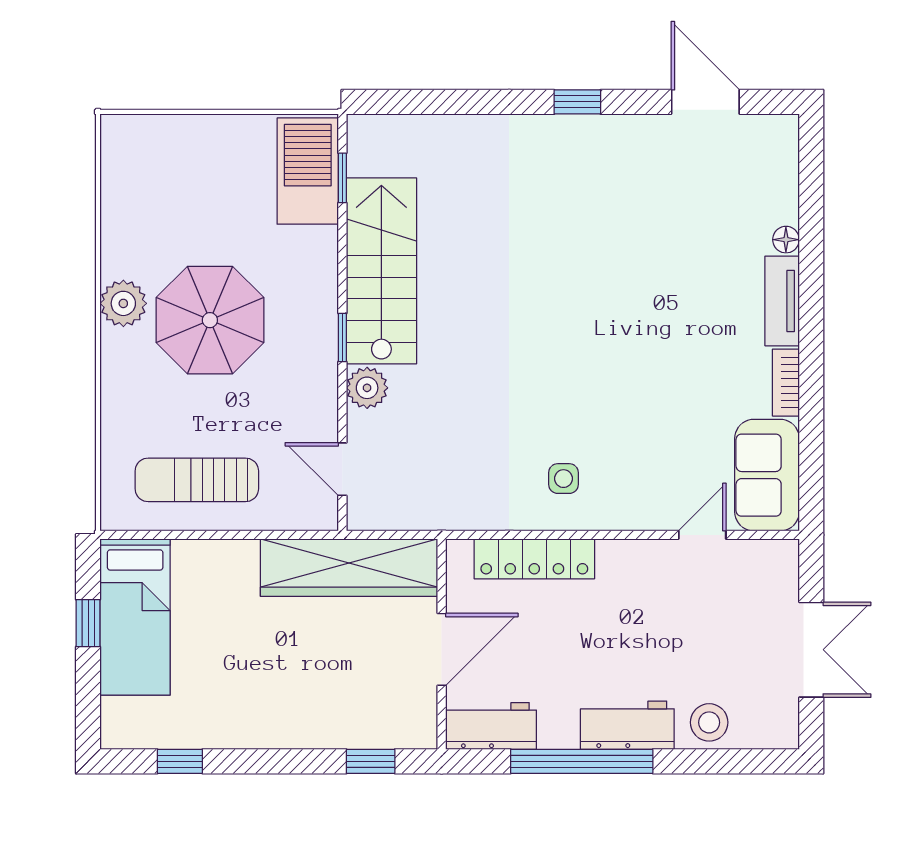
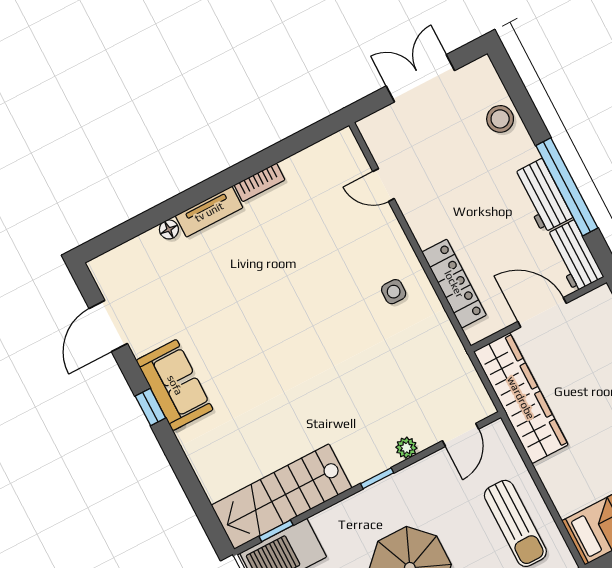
stairs: (381, 271) -> (282, 497), moved
plant: (367, 388) -> (406, 448), width x0.73, depth x0.73
sofa: (767, 475) -> (175, 385), moved, turned -90
workbench: (627, 725) -> (542, 196), moved

